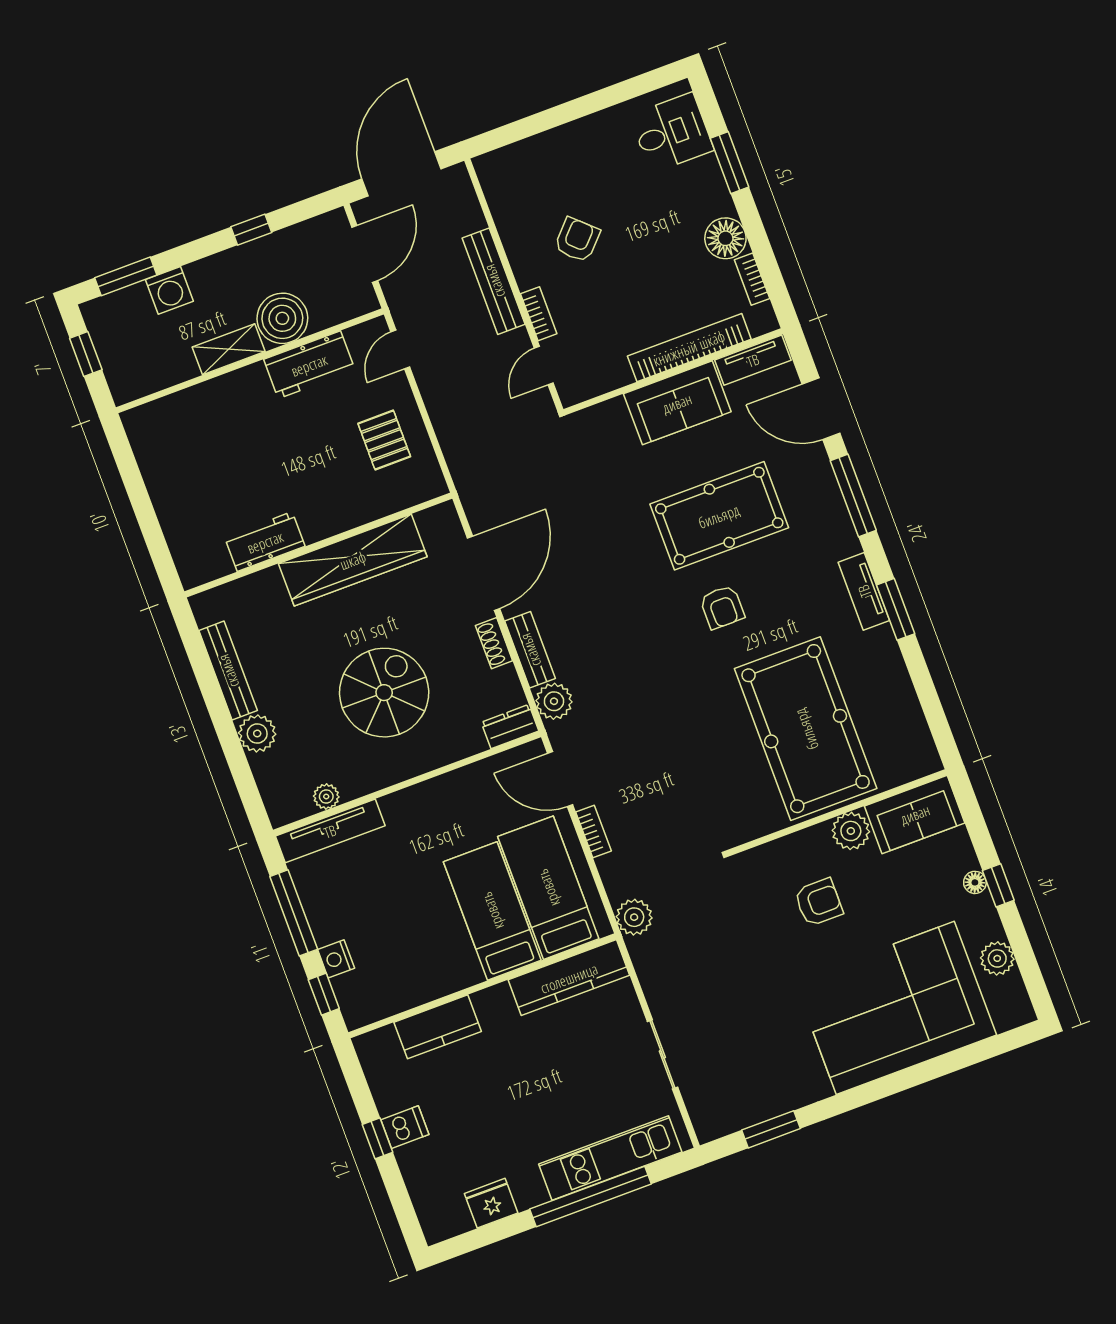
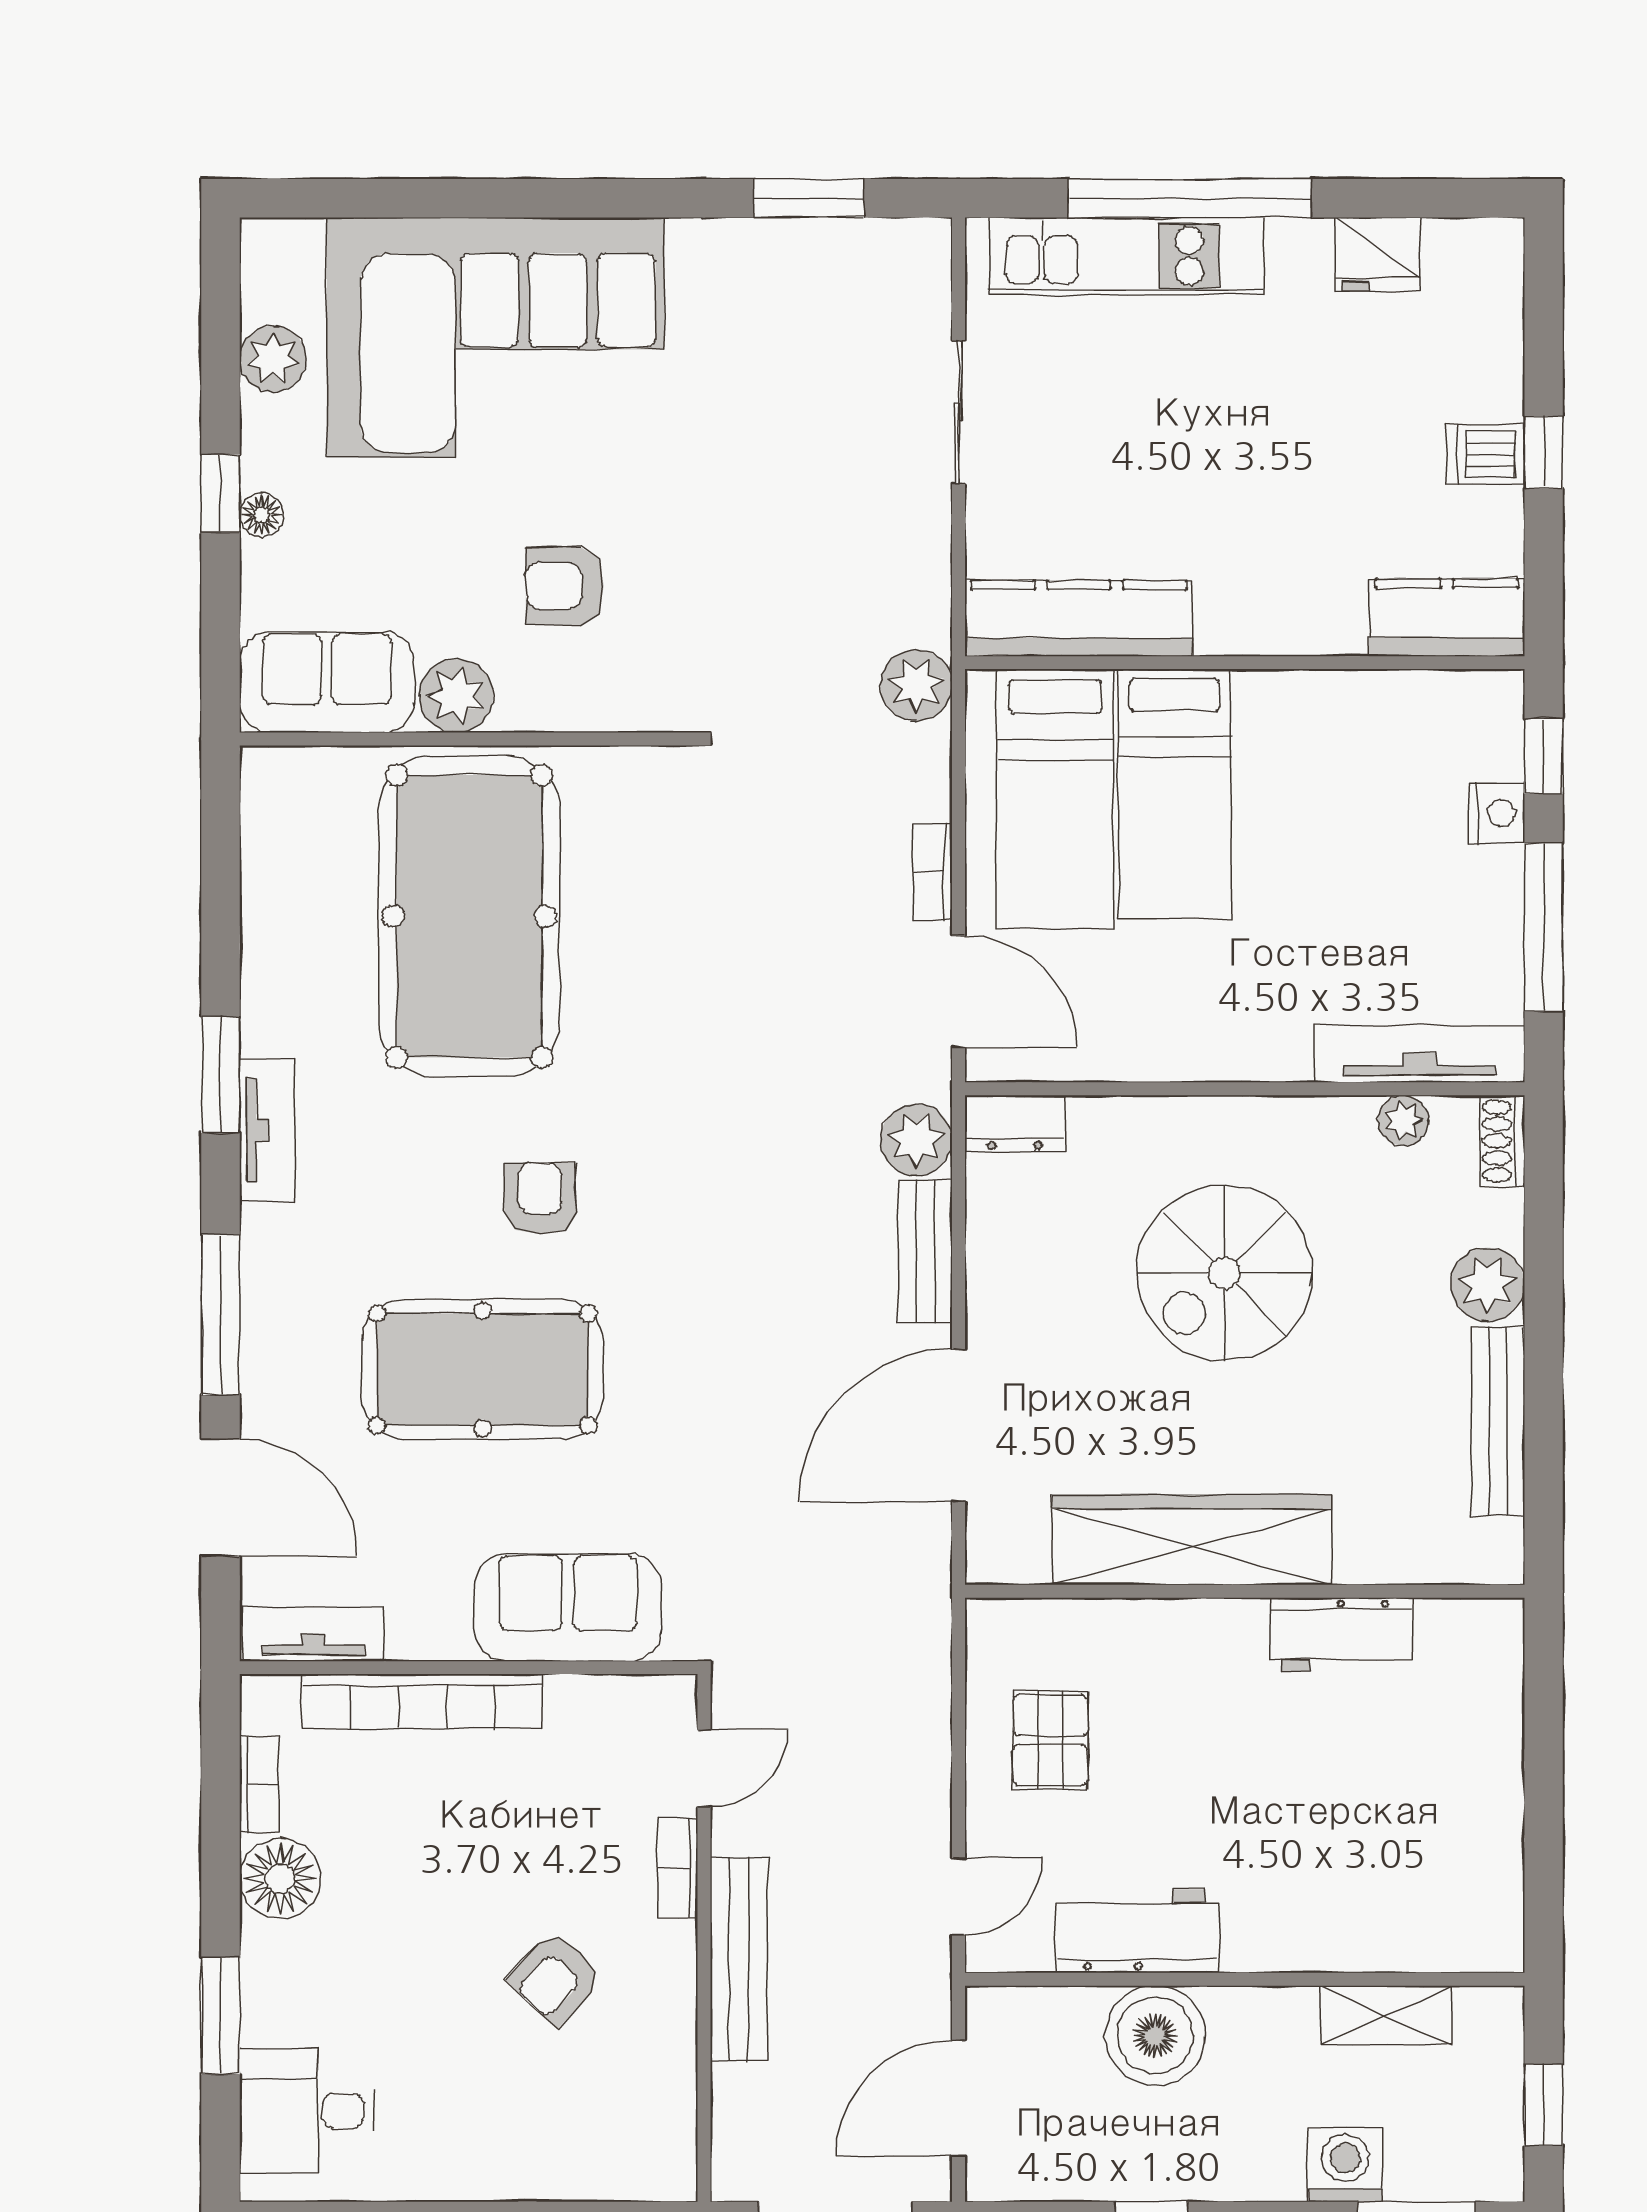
shelving: (229, 349) -> (1386, 2015), moved
sofa: (677, 403) -> (568, 1607), moved
shoe rack: (494, 643) -> (1502, 1141), moved, turned 180
kitchen counter: (438, 1027) -> (1447, 617), moved

